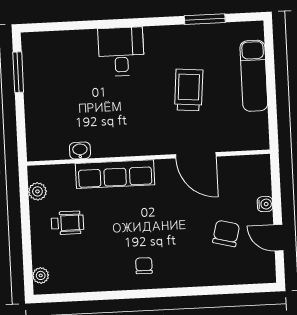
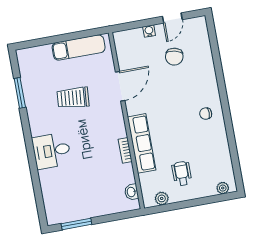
exam couch: (254, 76) -> (79, 48), moved
washbasin: (80, 151) -> (131, 192), moved
bookcase: (109, 151) -> (125, 150), added
chair: (226, 233) -> (174, 57), turned -91

